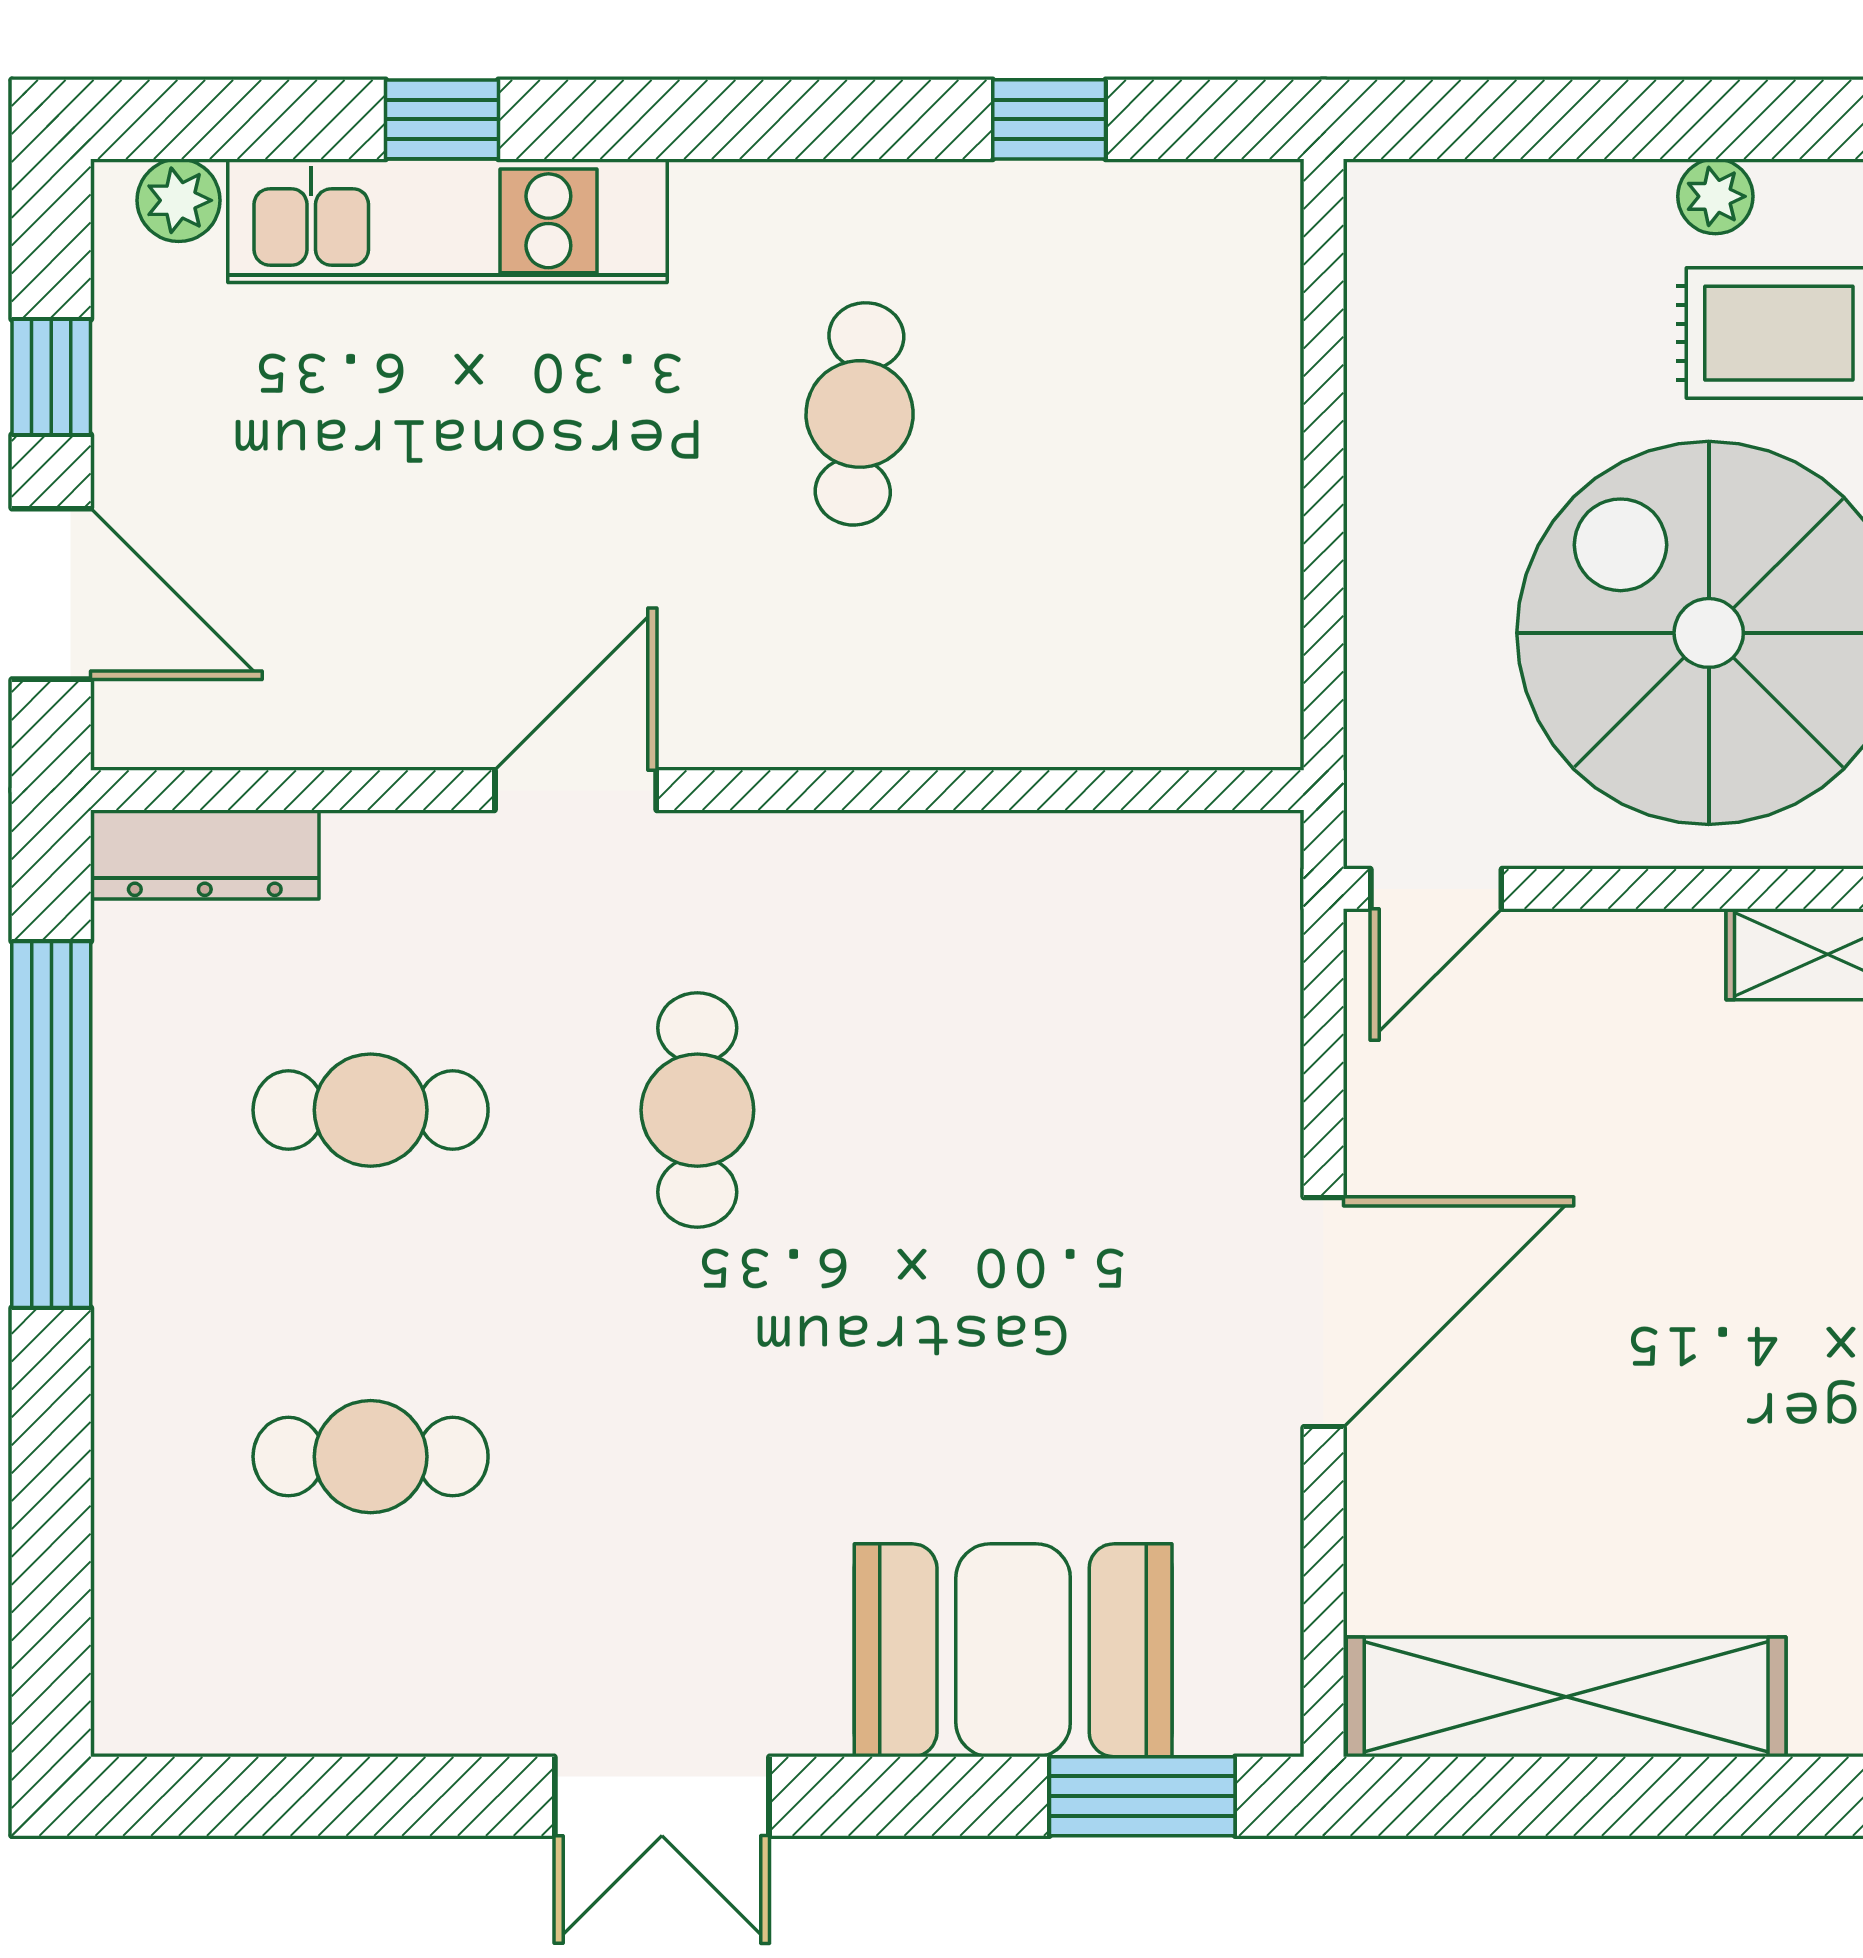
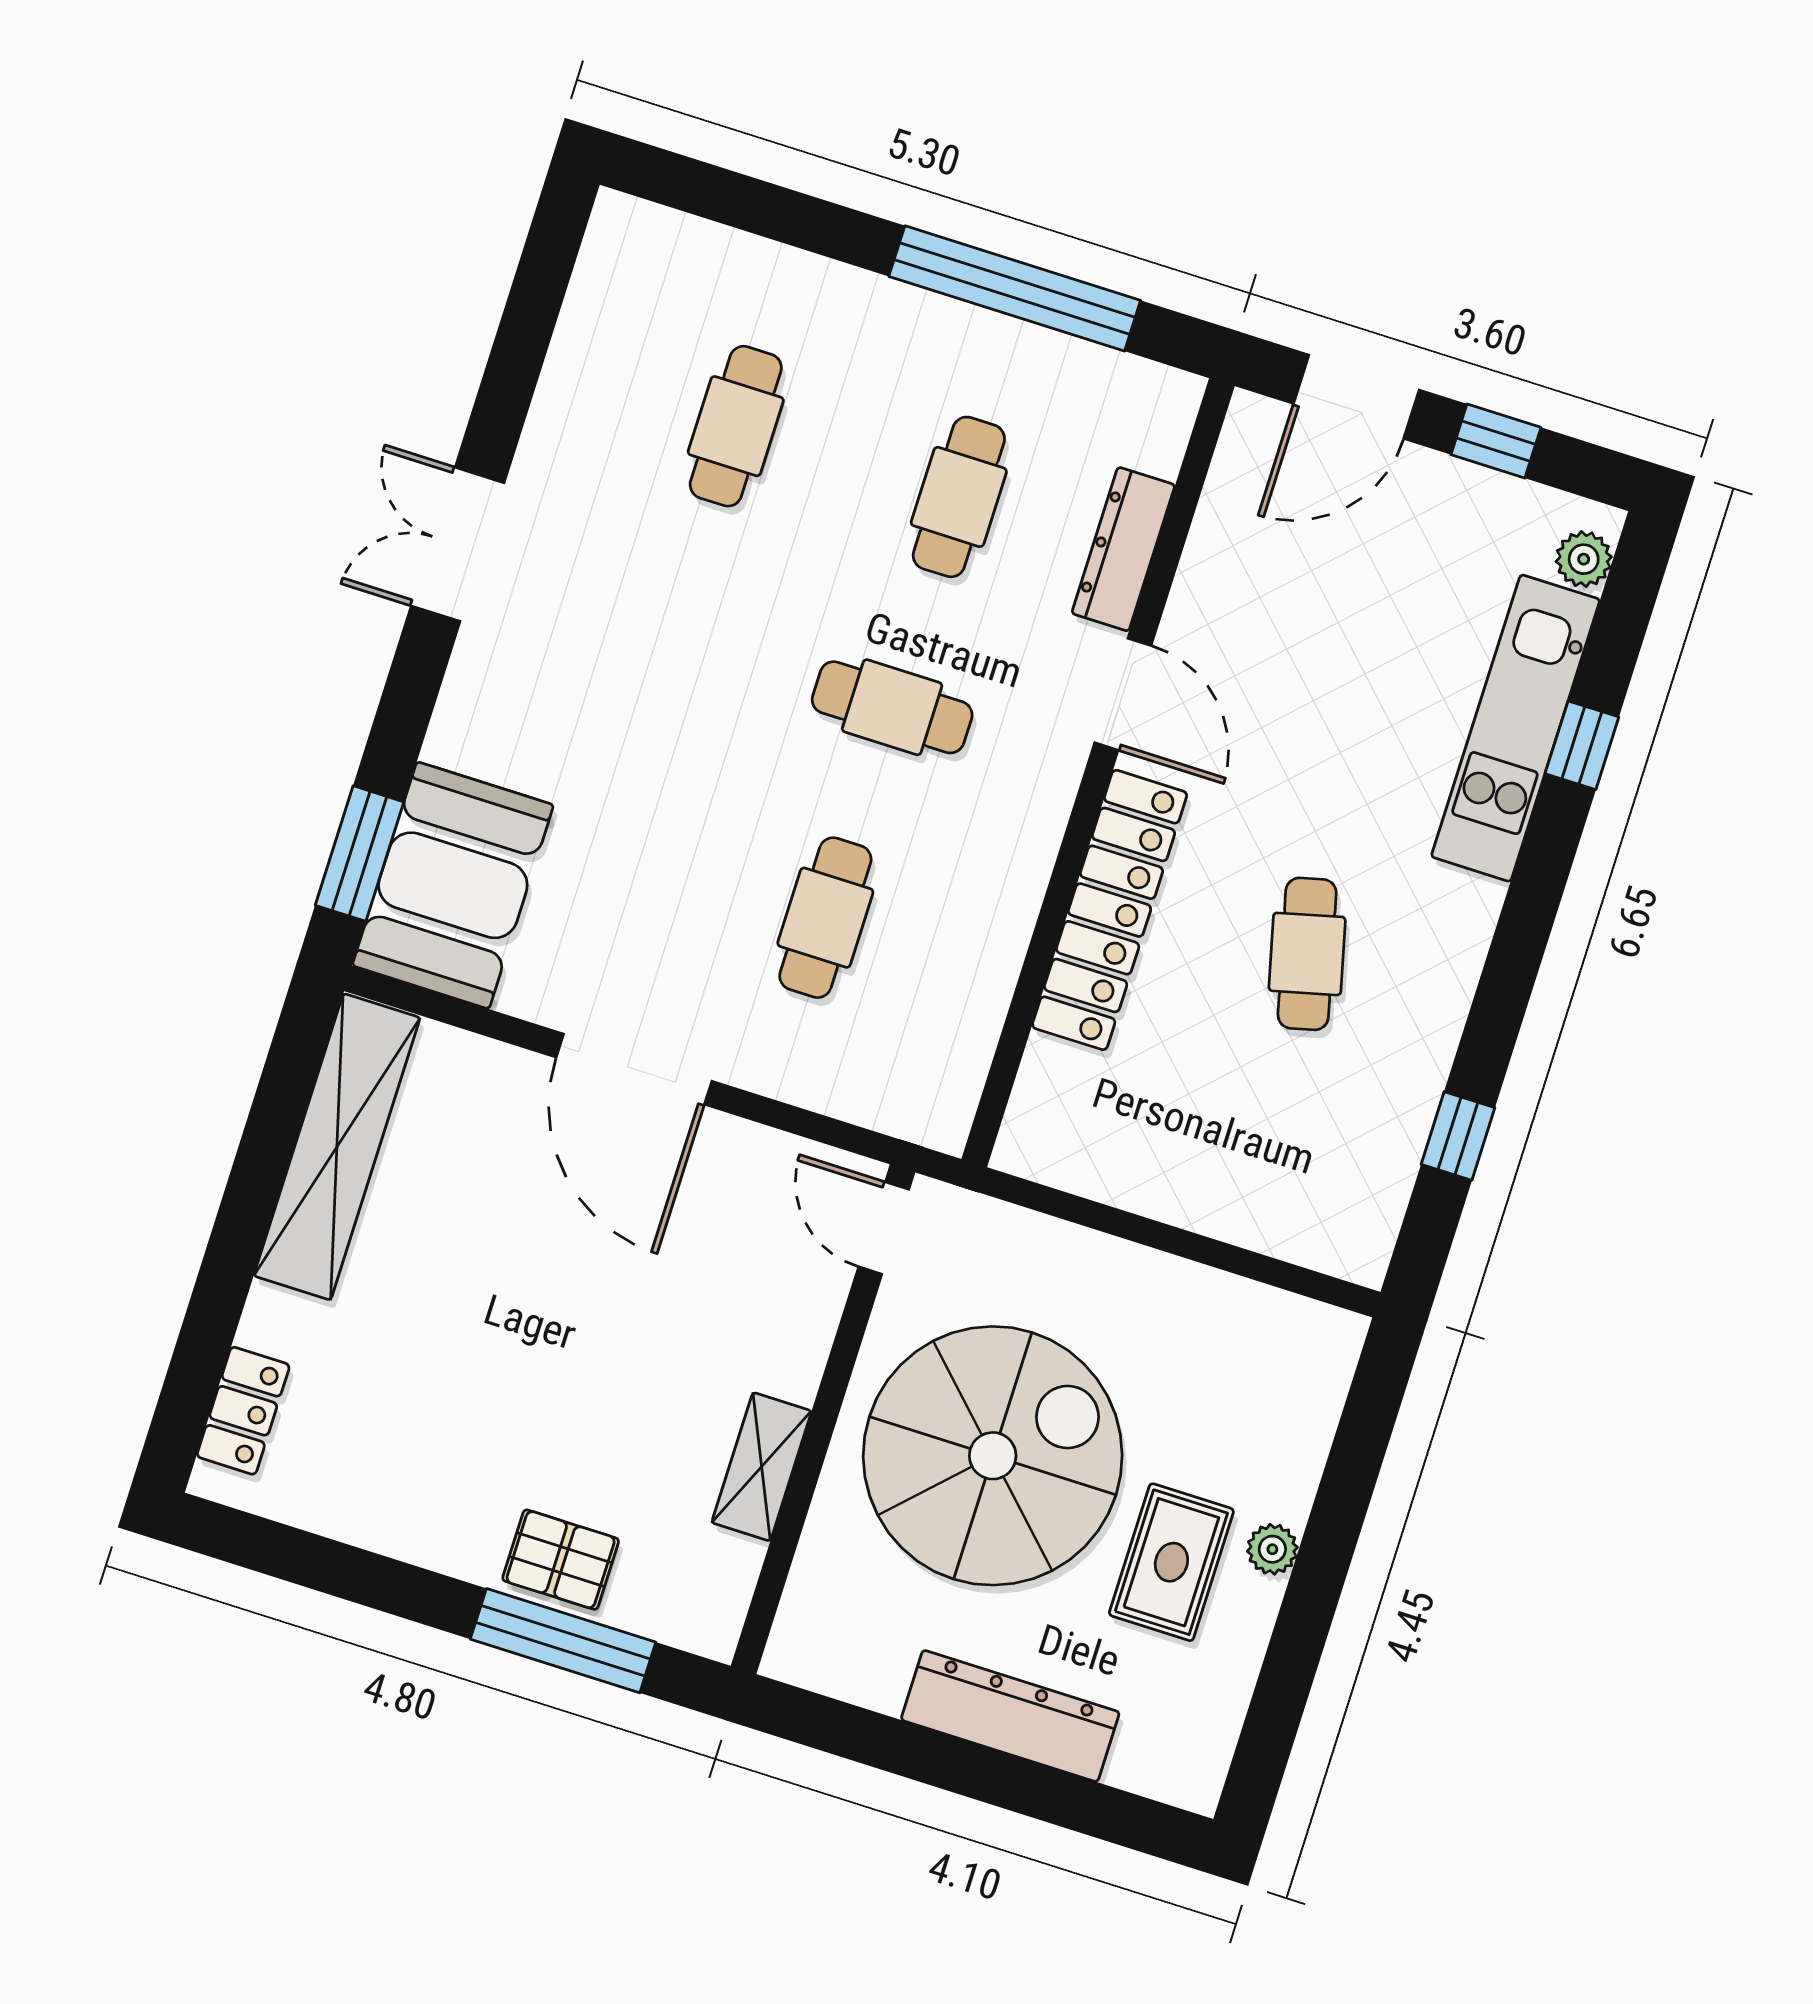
cafe table: (860, 414) -> (1307, 954), turned 71
locker: (886, 712) -> (1110, 910), added
dresser: (205, 855) -> (1123, 549), moved
cafe table: (1024, 1110) -> (825, 918), added
booth: (1013, 1650) -> (453, 885), moved

